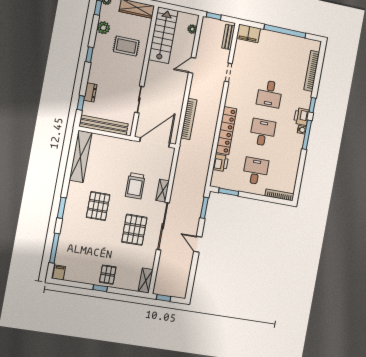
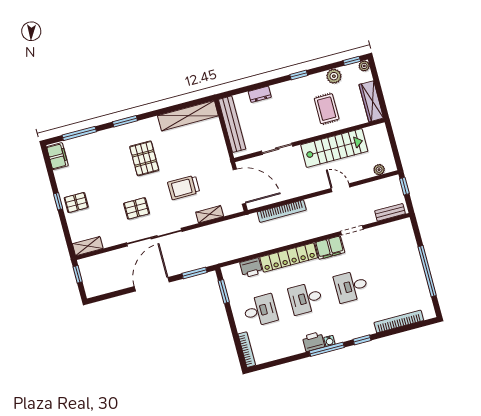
filing cabinet: (248, 33) -> (330, 248), moved, turned -90
stairs: (163, 35) -> (334, 148), moved
window: (81, 103) -> (244, 90), removed
printer: (301, 117) -> (313, 342), moved
desk: (263, 132) -> (306, 298), turned 180
shelving: (163, 191) -> (210, 214), moved
pallet: (98, 206) -> (144, 158), turned 90
pallet: (134, 230) -> (137, 208), width x0.67, depth x0.71
door: (198, 244) -> (152, 284), width x1.88
filing cabinet: (59, 272) -> (57, 156), width x2.00

